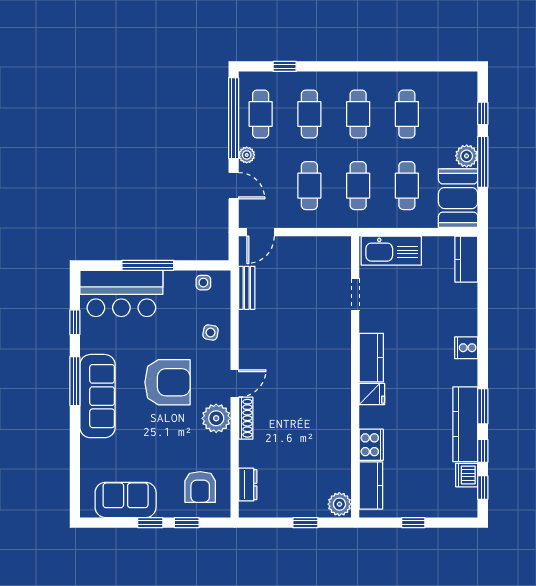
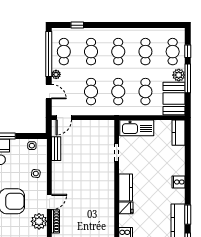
cafe table: (456, 114) -> (173, 52), added

